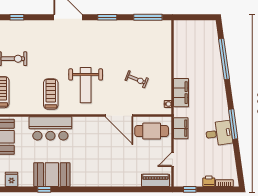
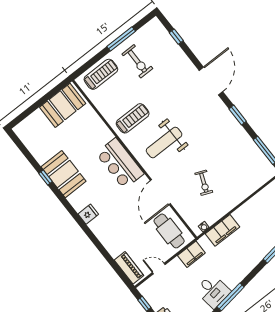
bar counter: (50, 128) -> (120, 163), moved
fridge: (11, 179) -> (88, 214), moved

